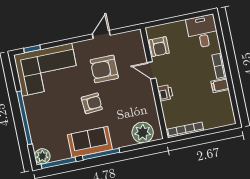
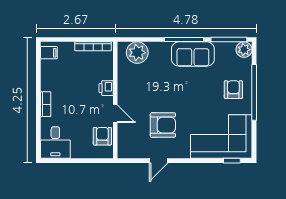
filing cabinet: (220, 85) -> (49, 53), moved
armchair: (92, 103) -> (233, 90), moved, turned 94

